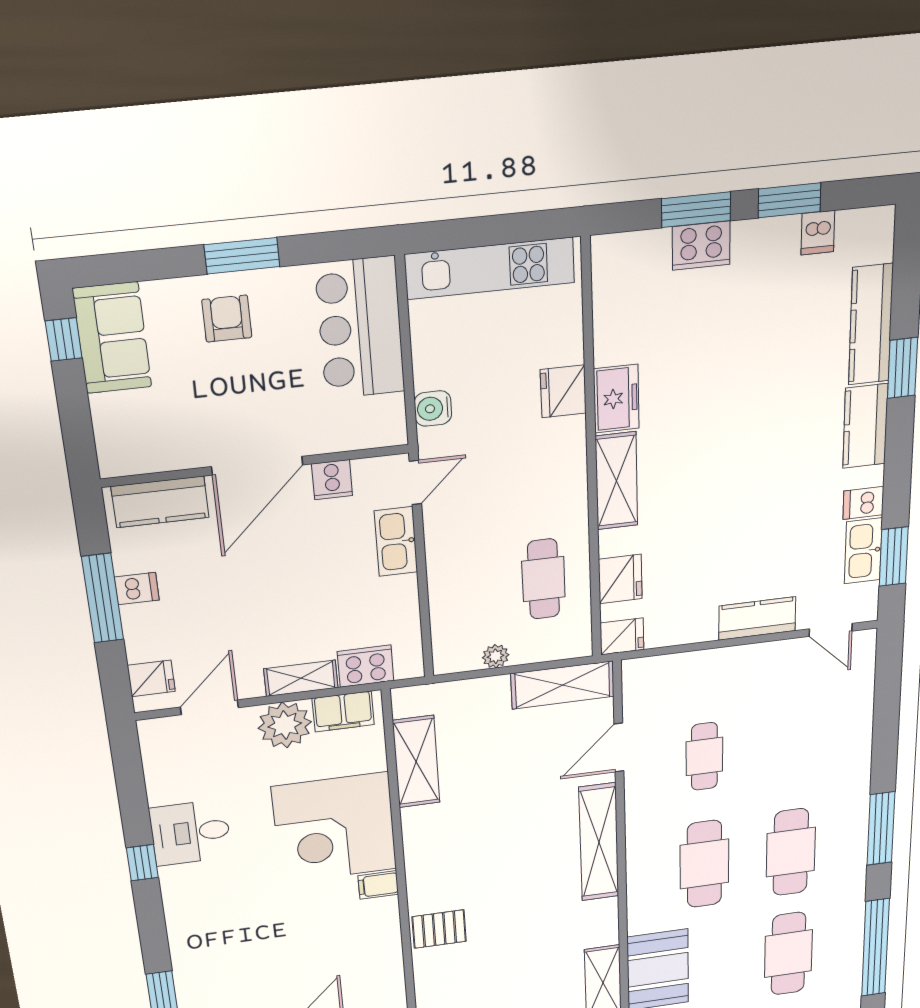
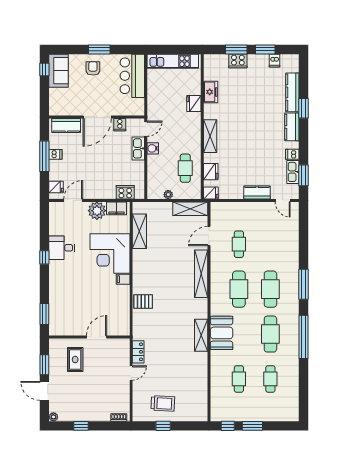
freezer: (616, 399) -> (211, 92), moved
water cooler: (433, 408) -> (153, 148), moved
shelving: (301, 678) -> (104, 194), removed

